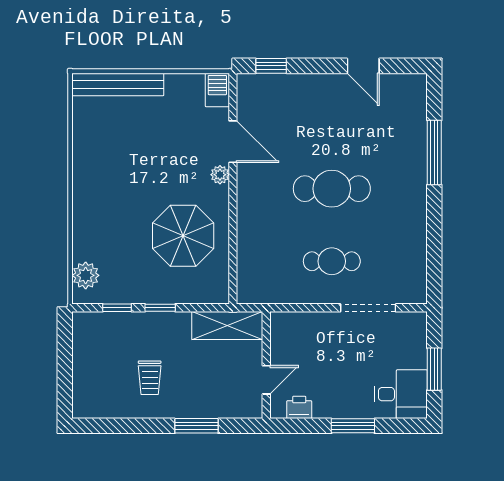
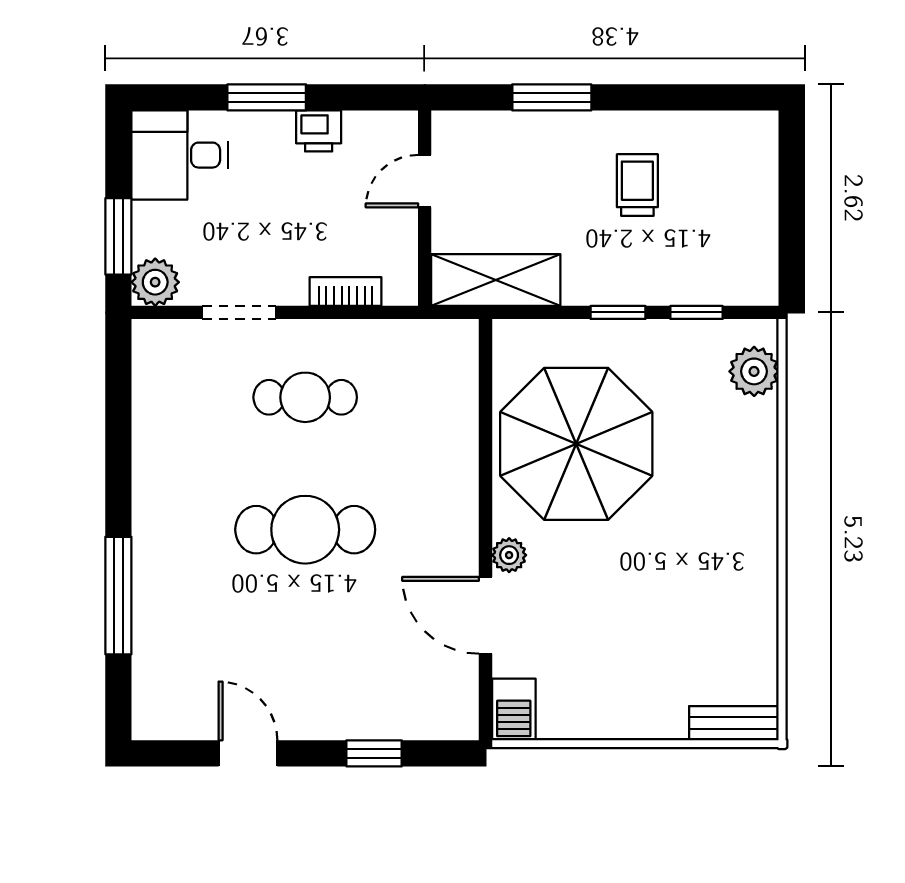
window: (271, 66) -> (374, 753), moved
bench: (118, 84) -> (734, 723), width x0.54, depth x0.82
parasol: (183, 236) -> (576, 444), width x1.36, depth x1.36
doorway: (368, 308) -> (239, 312), width x0.73
bookcase: (310, 319) -> (346, 292), added
plant: (414, 324) -> (155, 282), added
window: (434, 369) -> (118, 236), moved
printer: (299, 407) -> (319, 131), moved

